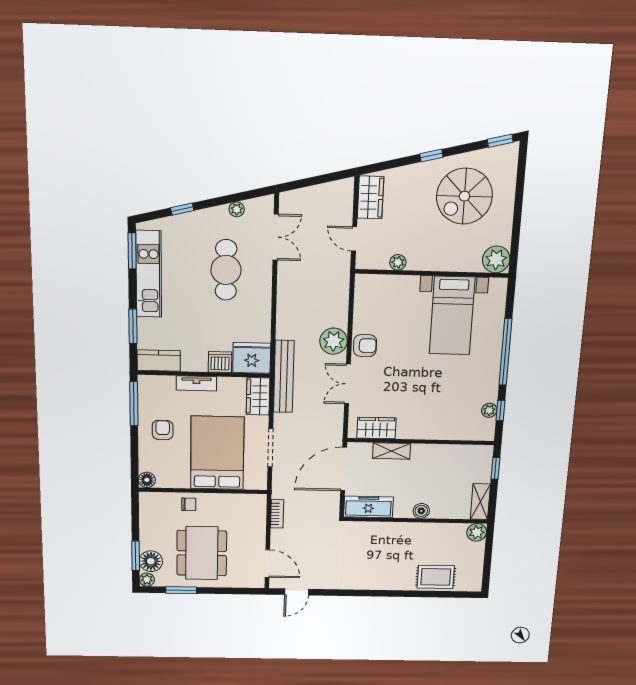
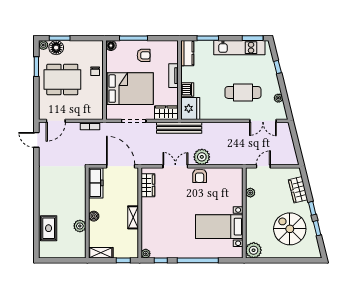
window: (500, 141) -> (317, 228), moved
wardrobe: (371, 197) -> (298, 190), moved, turned 76
window: (134, 404) -> (133, 38), moved
plant: (489, 410) -> (146, 254), moved
shelving: (392, 451) -> (133, 217), moved
plant: (477, 532) -> (80, 226), moved

